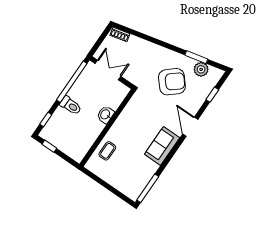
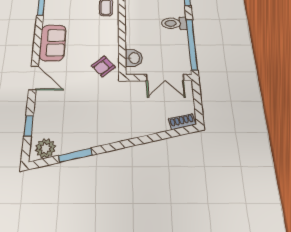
plant: (201, 69) -> (45, 148), moved
armchair: (172, 82) -> (103, 66), moved, width x0.53, depth x0.53
washbasin: (105, 115) -> (134, 58), moved

